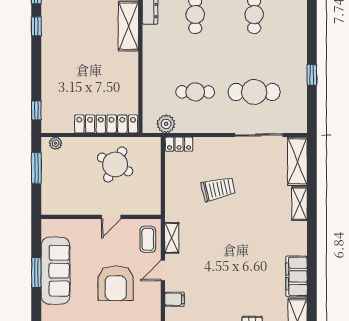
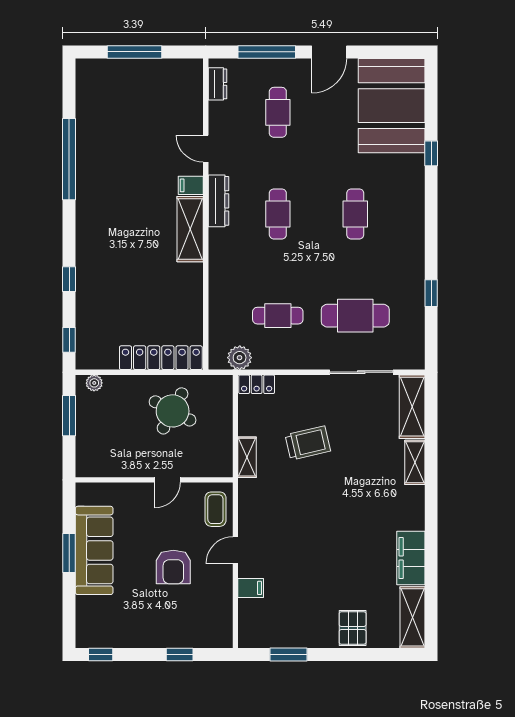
window: (36, 26) -> (69, 279), moved
shelving: (172, 238) -> (247, 457), moved
armchair: (116, 283) -> (173, 567), width x0.73, depth x0.73

